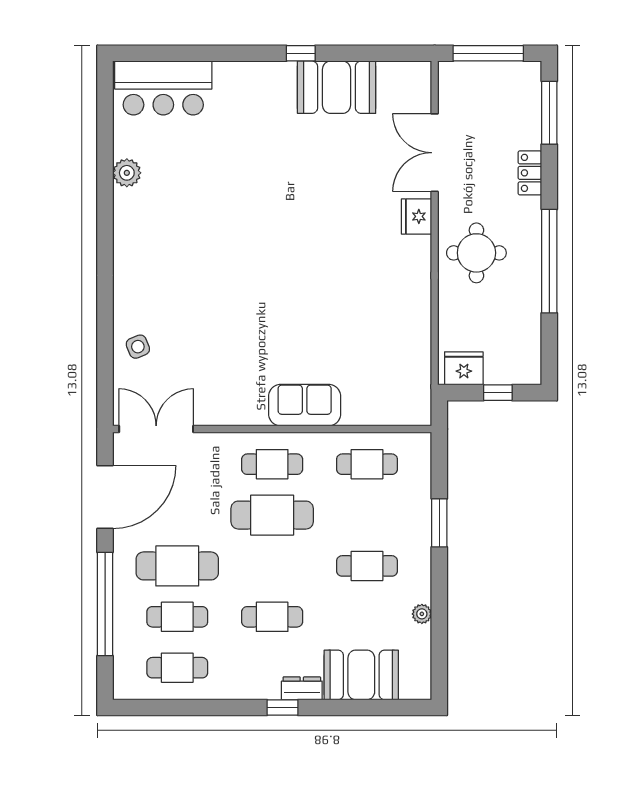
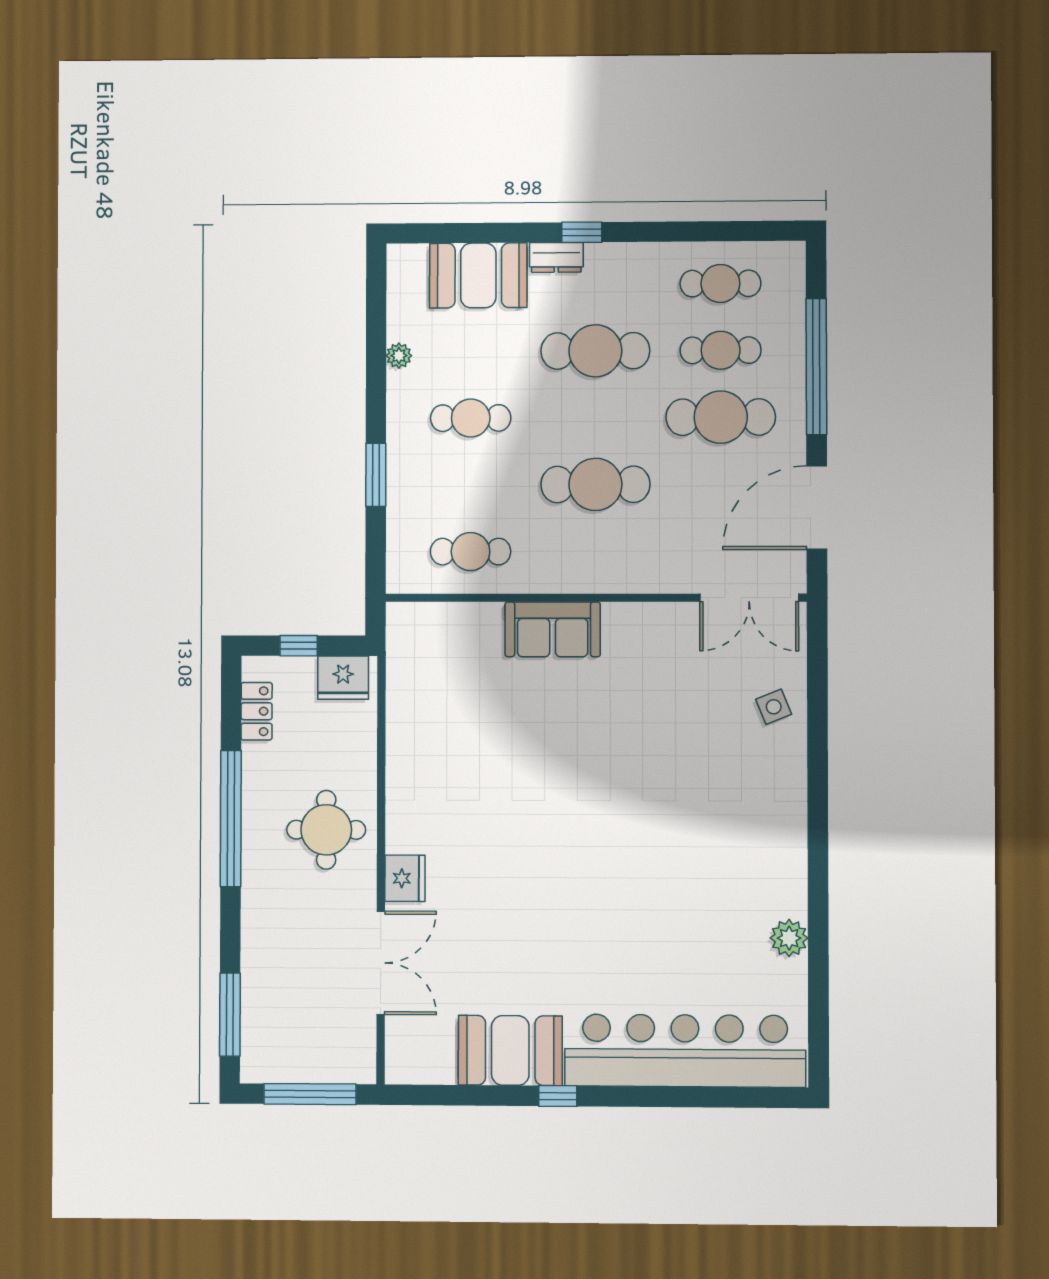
bar counter: (163, 88) -> (685, 1051), width x1.86
locker: (530, 173) -> (257, 711), moved
cafe table: (272, 464) -> (595, 551), removed
cafe table: (272, 617) -> (595, 351), width x1.37, depth x1.35

